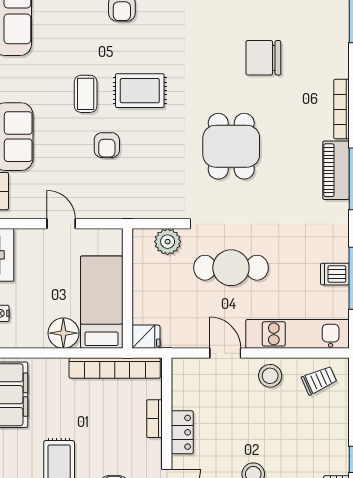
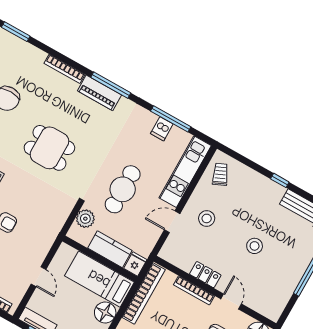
door: (61, 224) -> (38, 277), swing flipped
kitchen counter: (146, 294) -> (110, 249), added
stool: (270, 376) -> (207, 218), moved
bookcase: (154, 419) -> (194, 290), width x1.56

